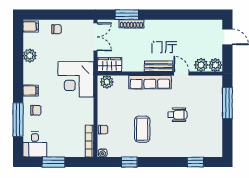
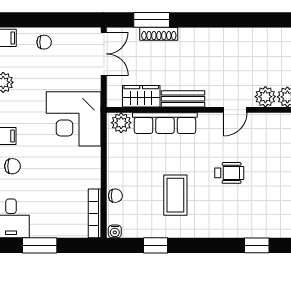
wardrobe: (109, 65) -> (141, 96), moved
bench: (159, 66) -> (183, 99), moved
door: (181, 74) -> (235, 110), swing flipped
row of seats: (150, 82) -> (165, 123), moved

